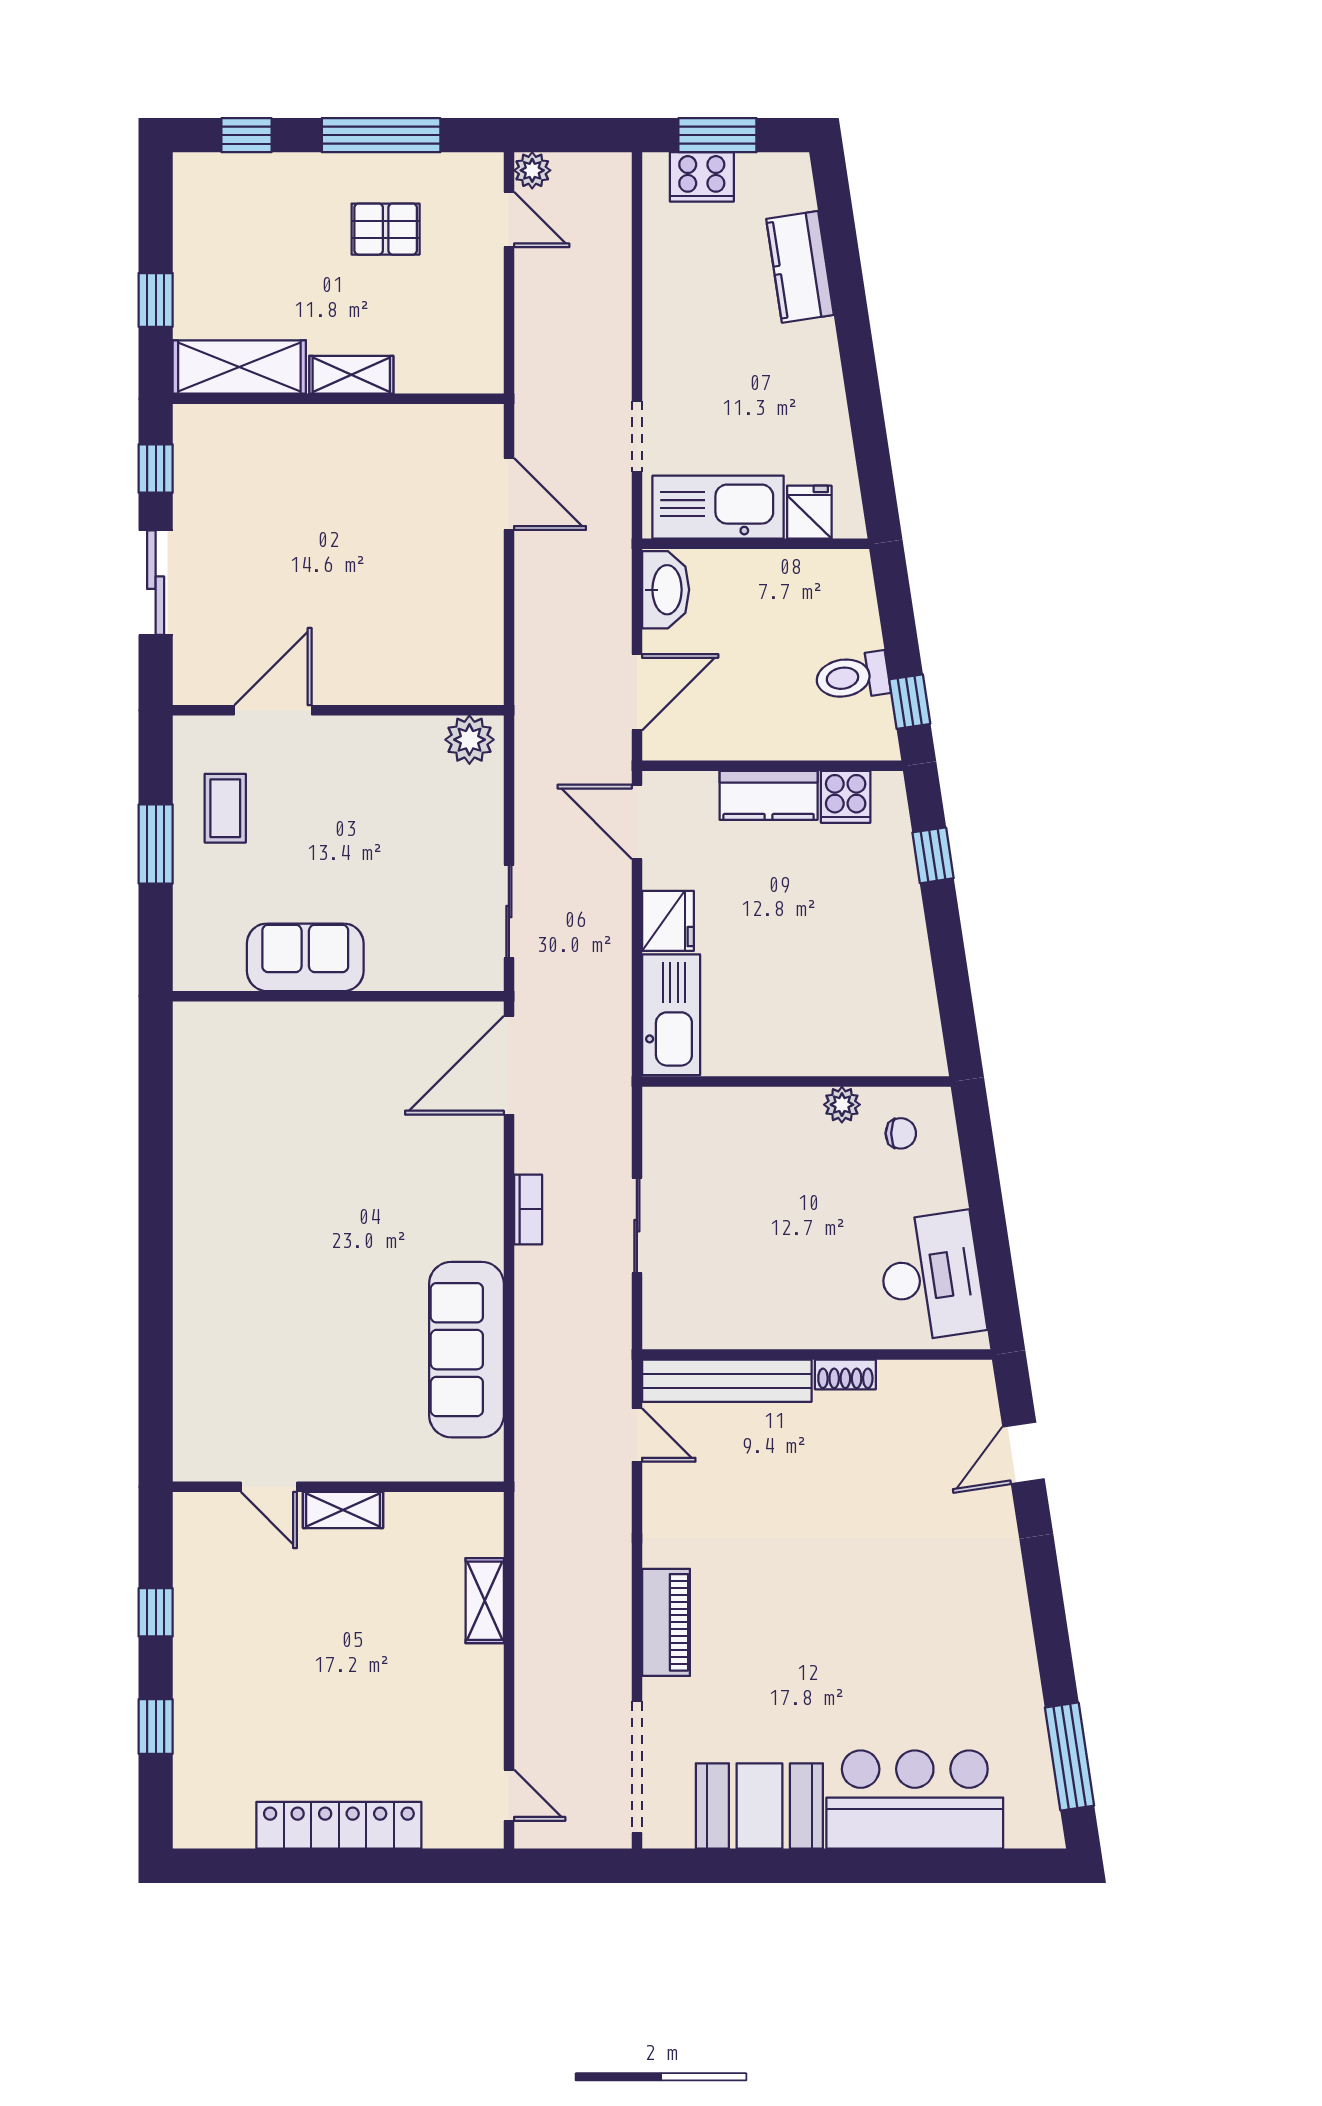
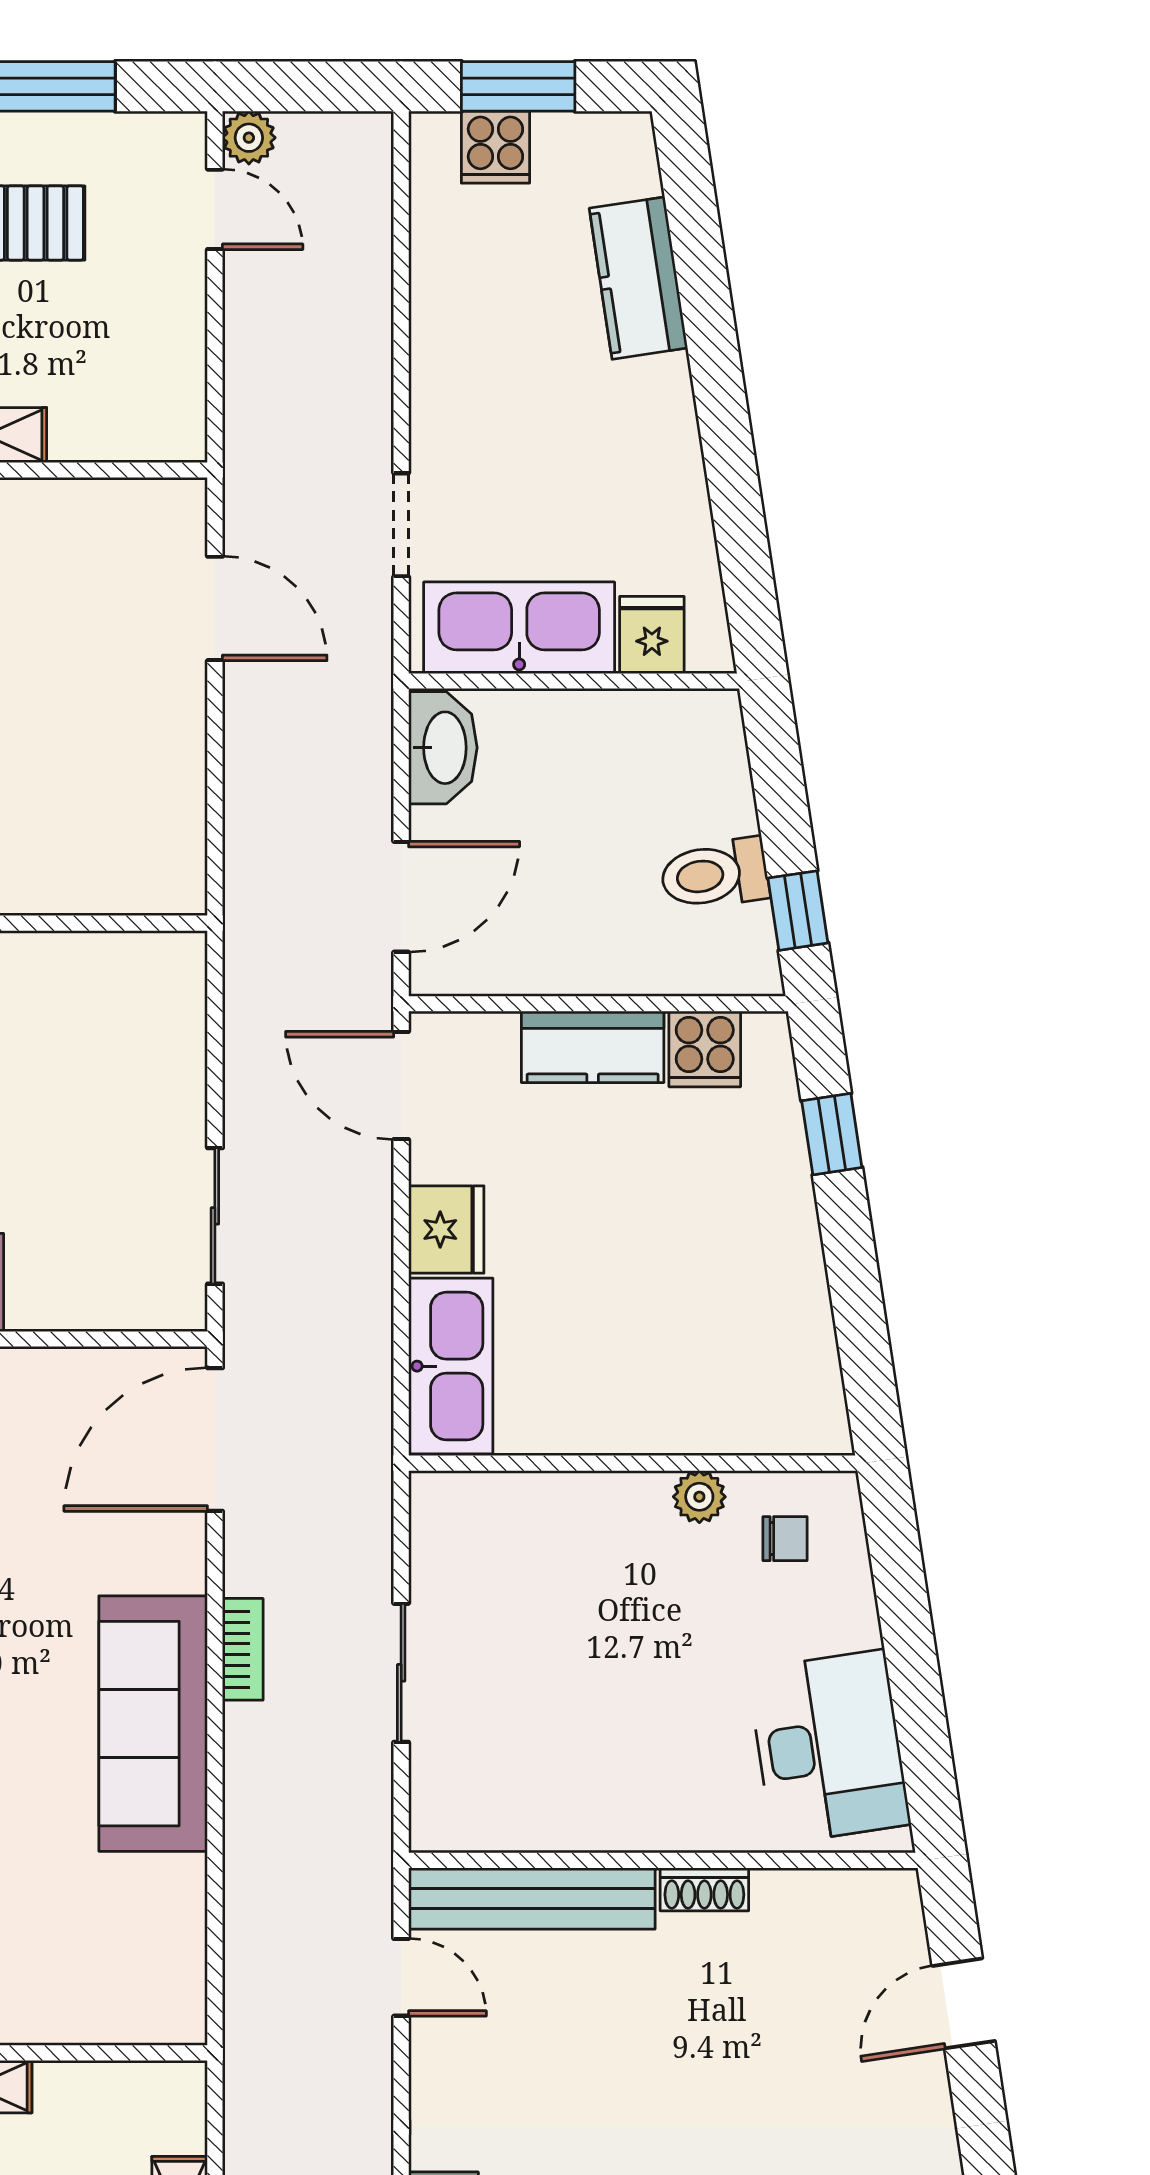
cooker: (702, 177) -> (495, 147), width x0.73
plant: (469, 740) -> (158, 966), removed
sofa: (466, 1350) -> (153, 1724), moved

